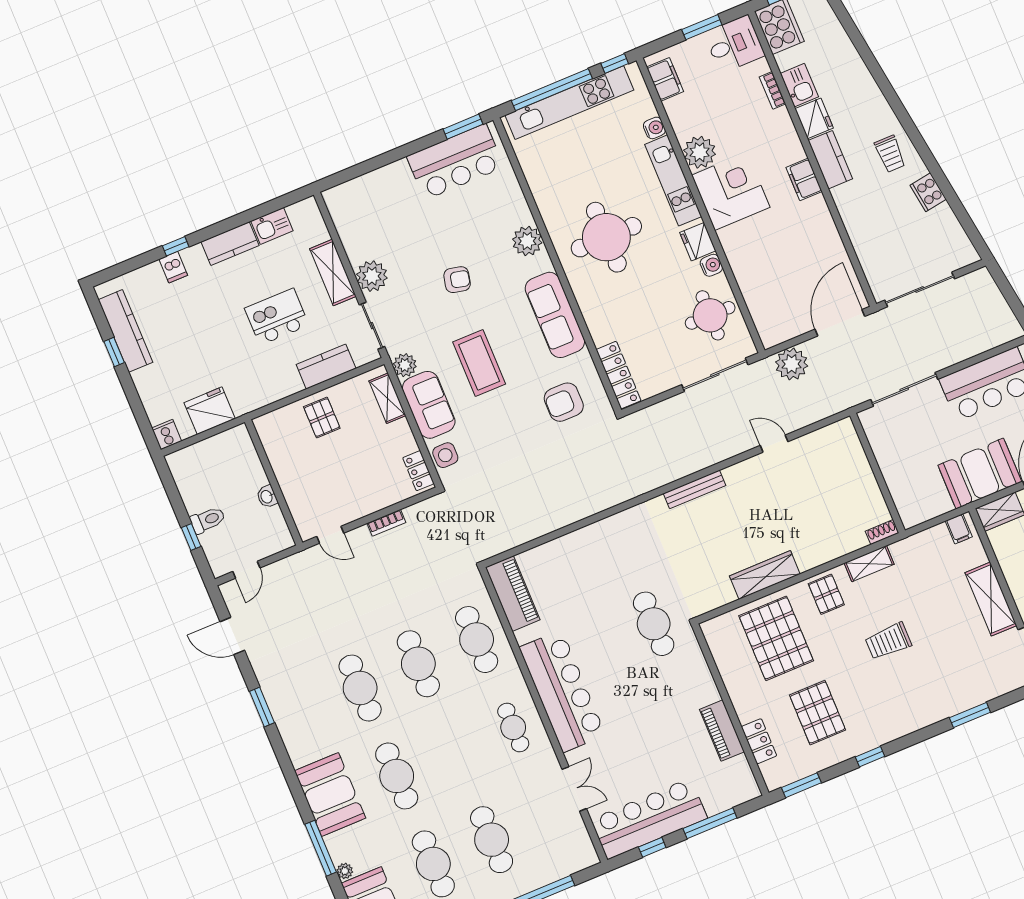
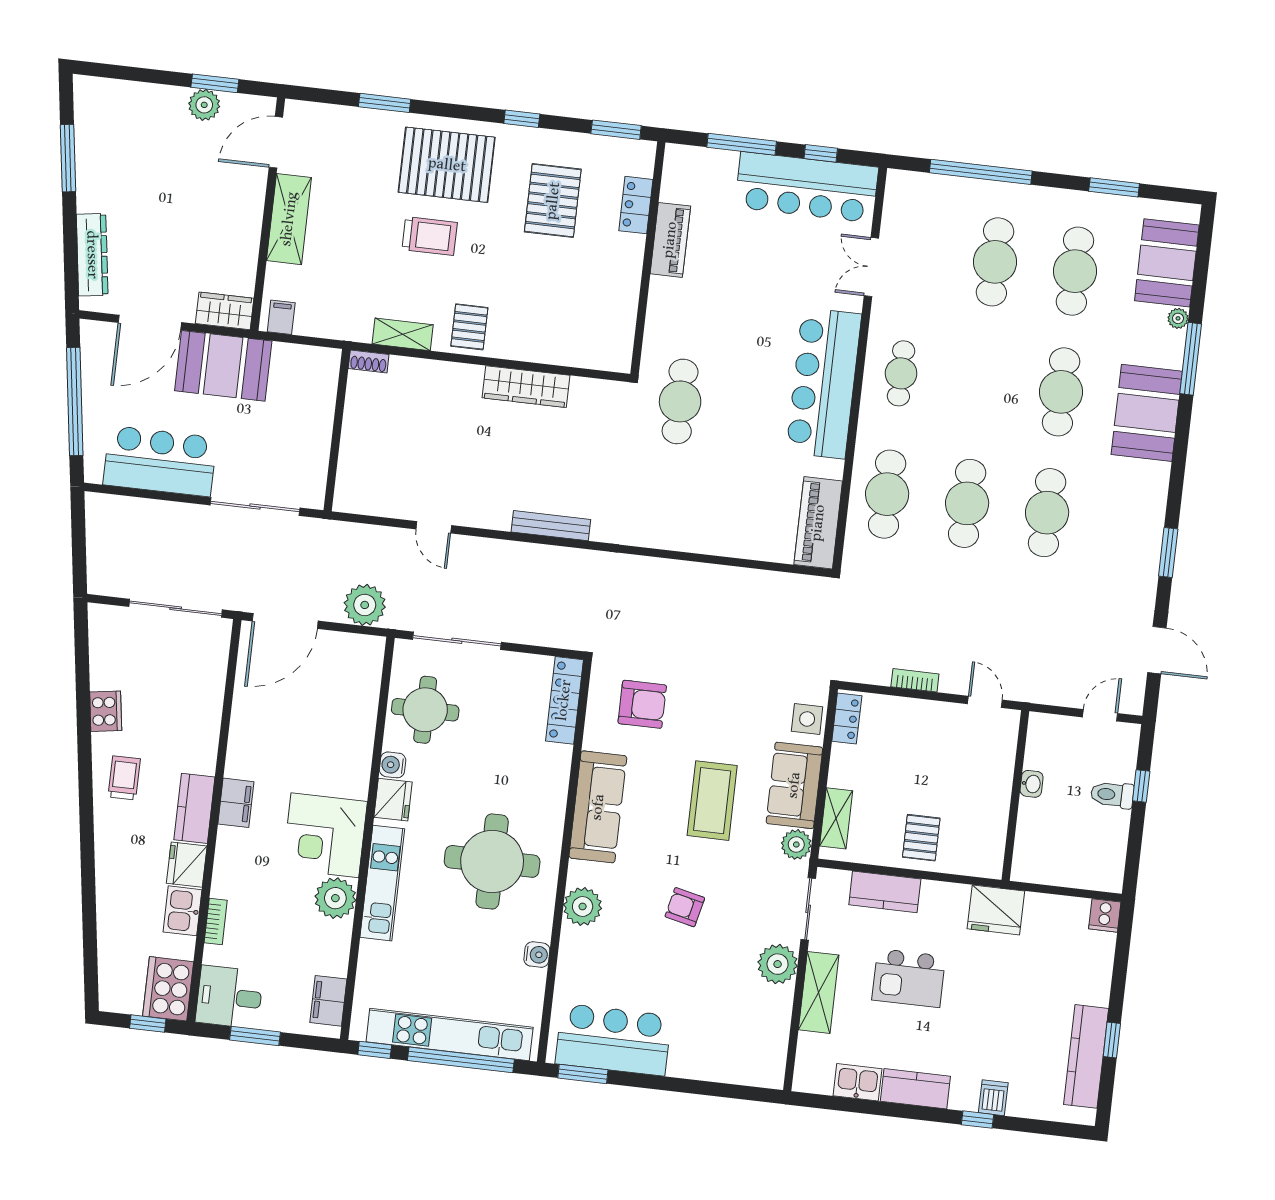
water cooler: (654, 128) -> (537, 955), moved, turned 180
fridge: (210, 411) -> (996, 910), moved
pallet: (776, 638) -> (447, 165), moved, turned 90

